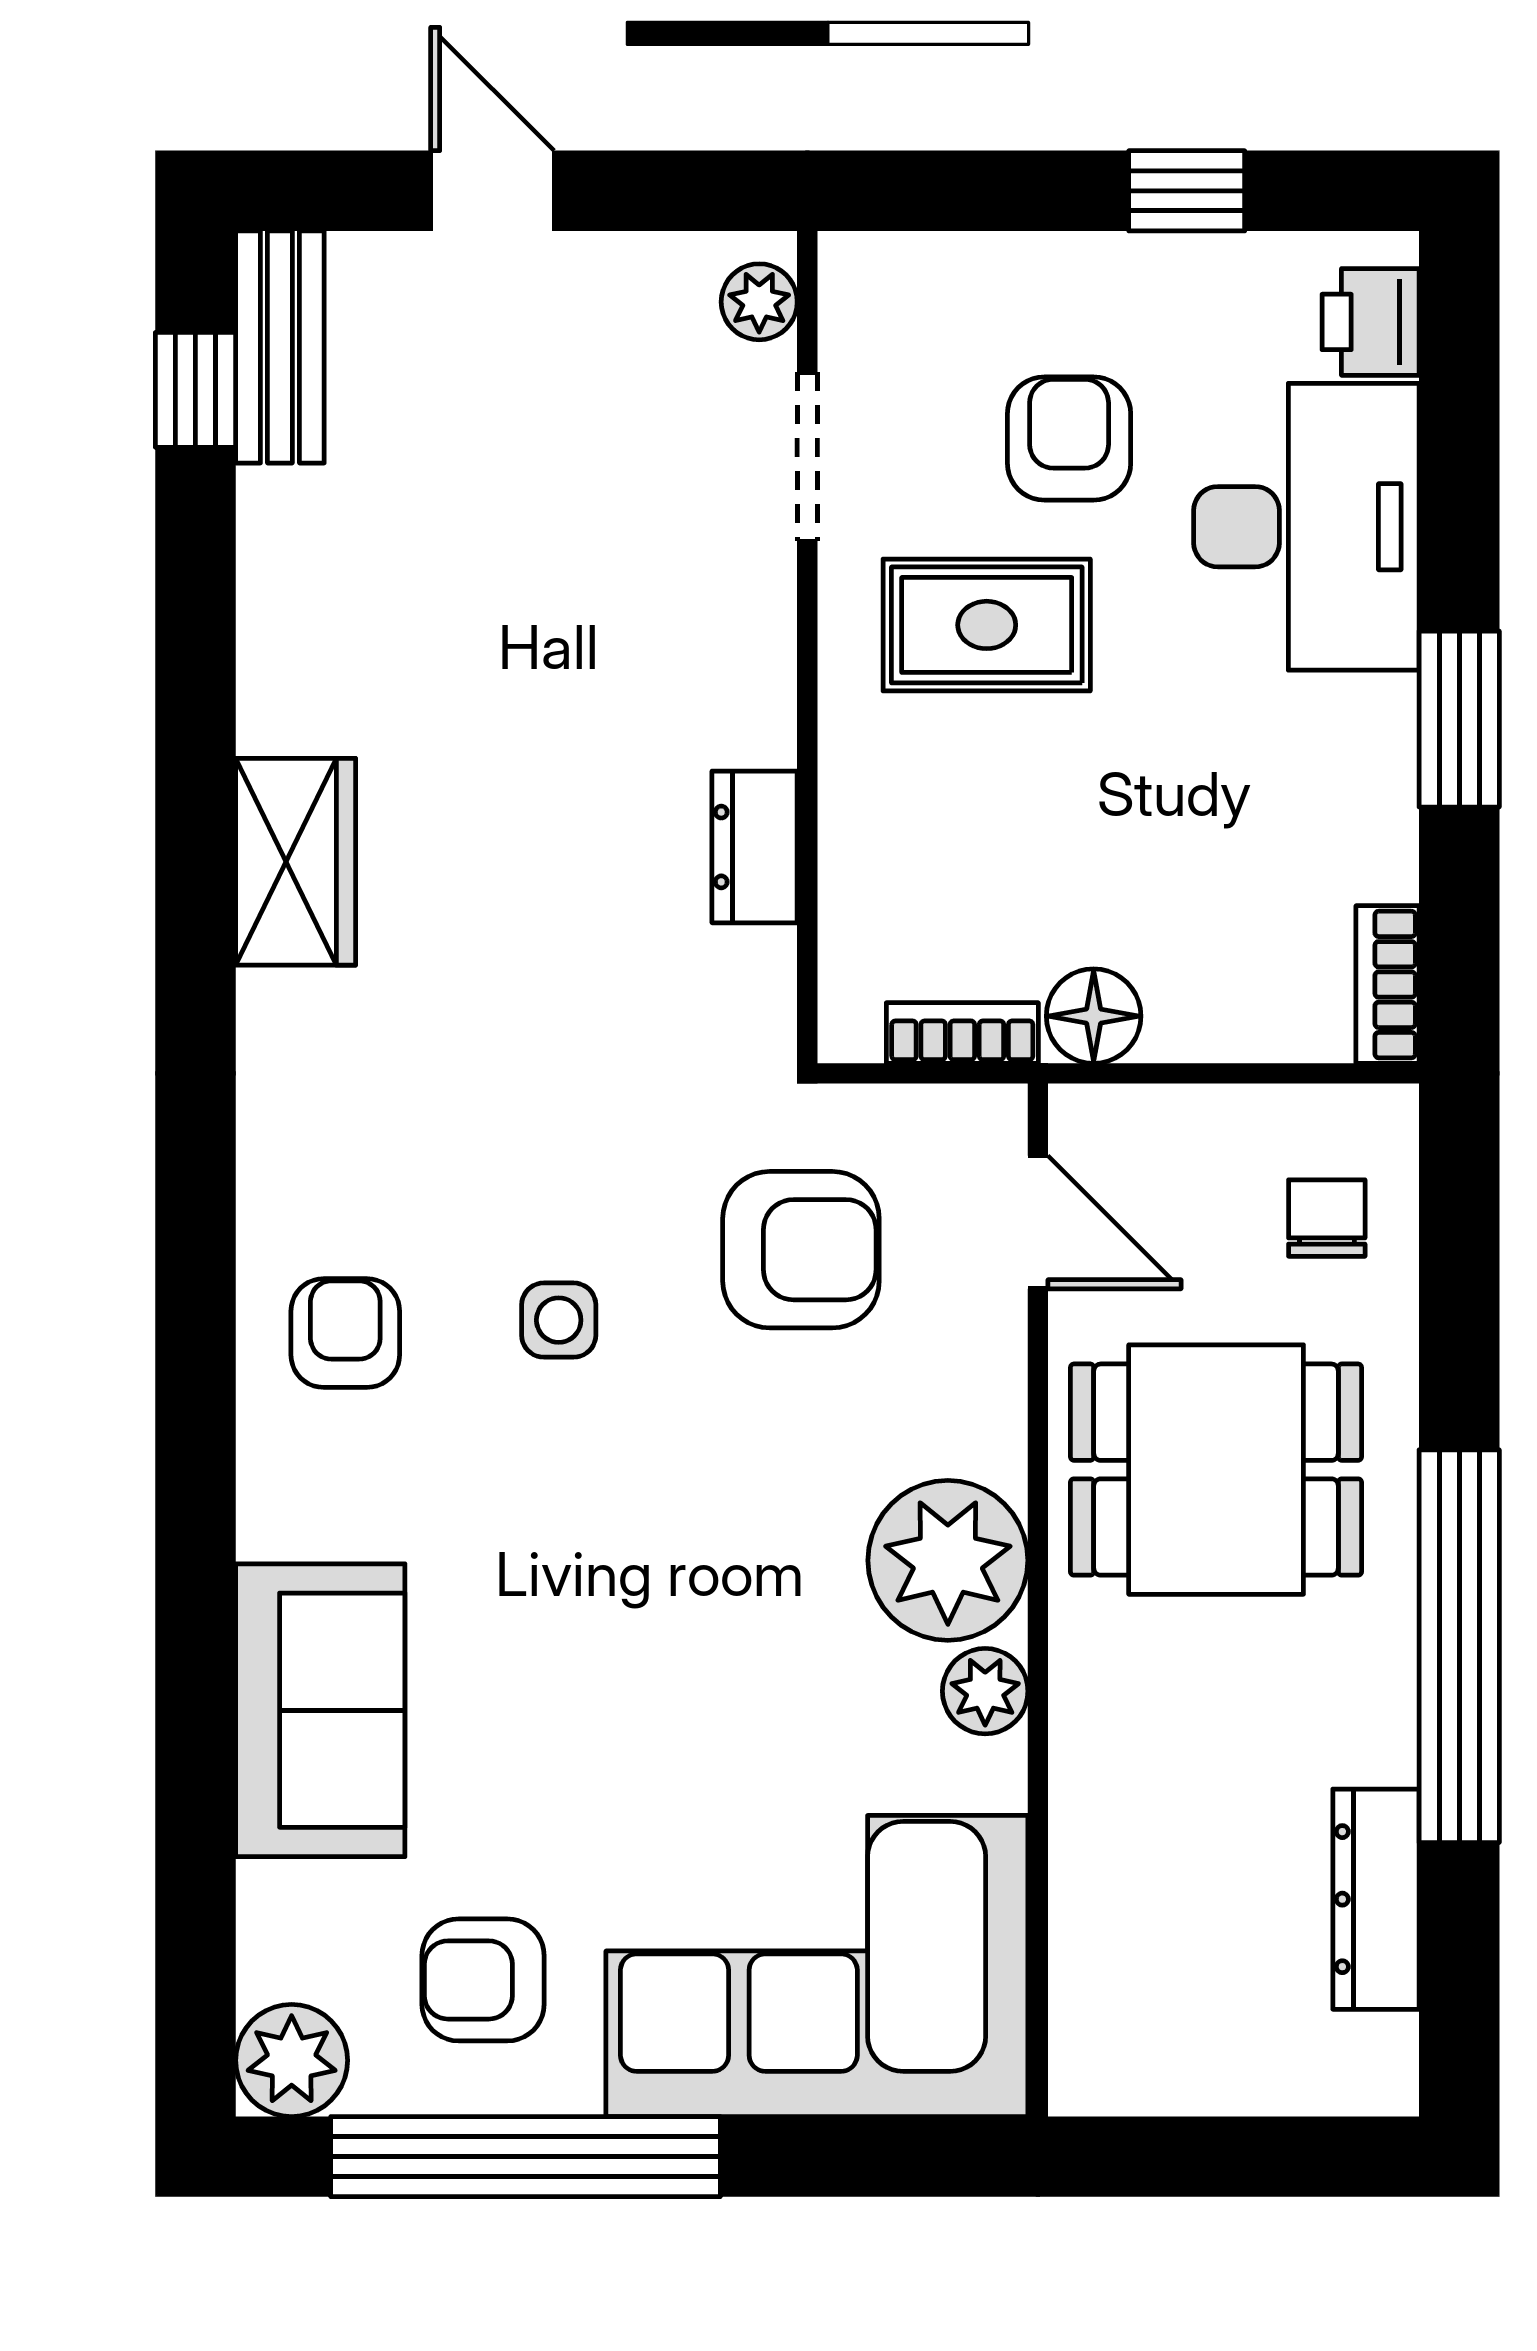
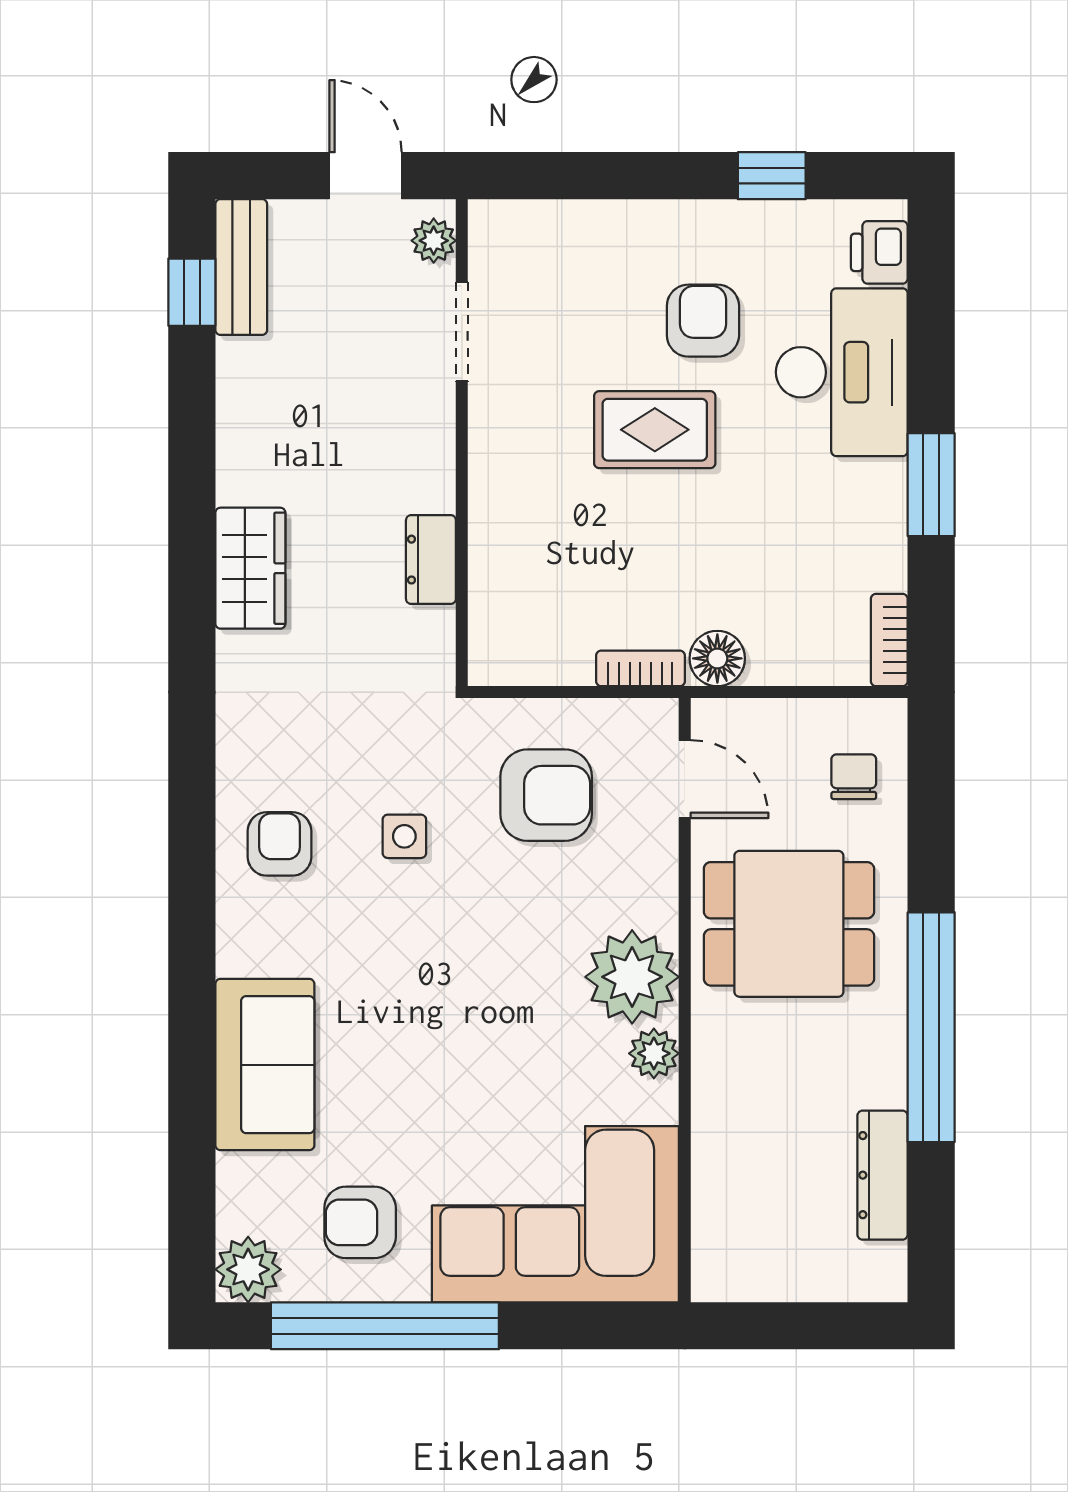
plant: (759, 302) -> (434, 241), moved
doorway: (807, 457) -> (462, 331), moved
wall: (807, 647) -> (462, 443), moved
dresser: (755, 847) -> (431, 560), moved

